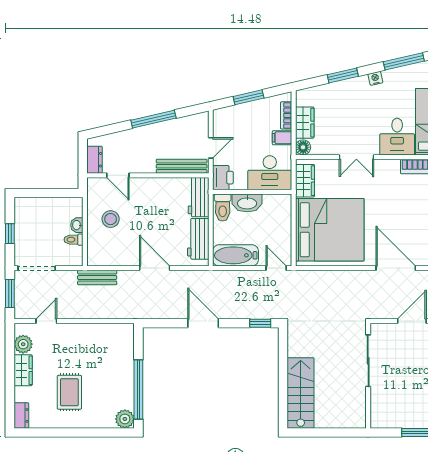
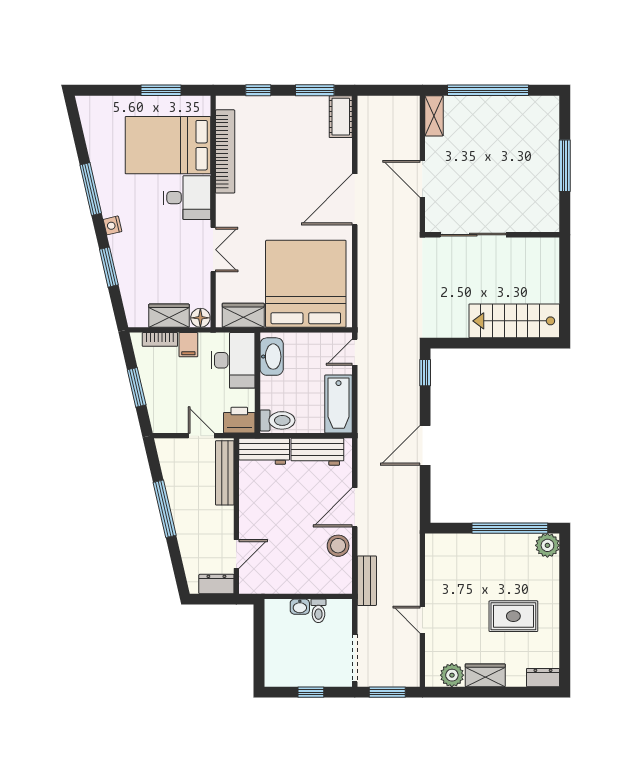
washbasin: (247, 203) -> (272, 357), moved
stool: (111, 219) -> (338, 546), moved
door: (46, 321) -> (422, 620), moved

